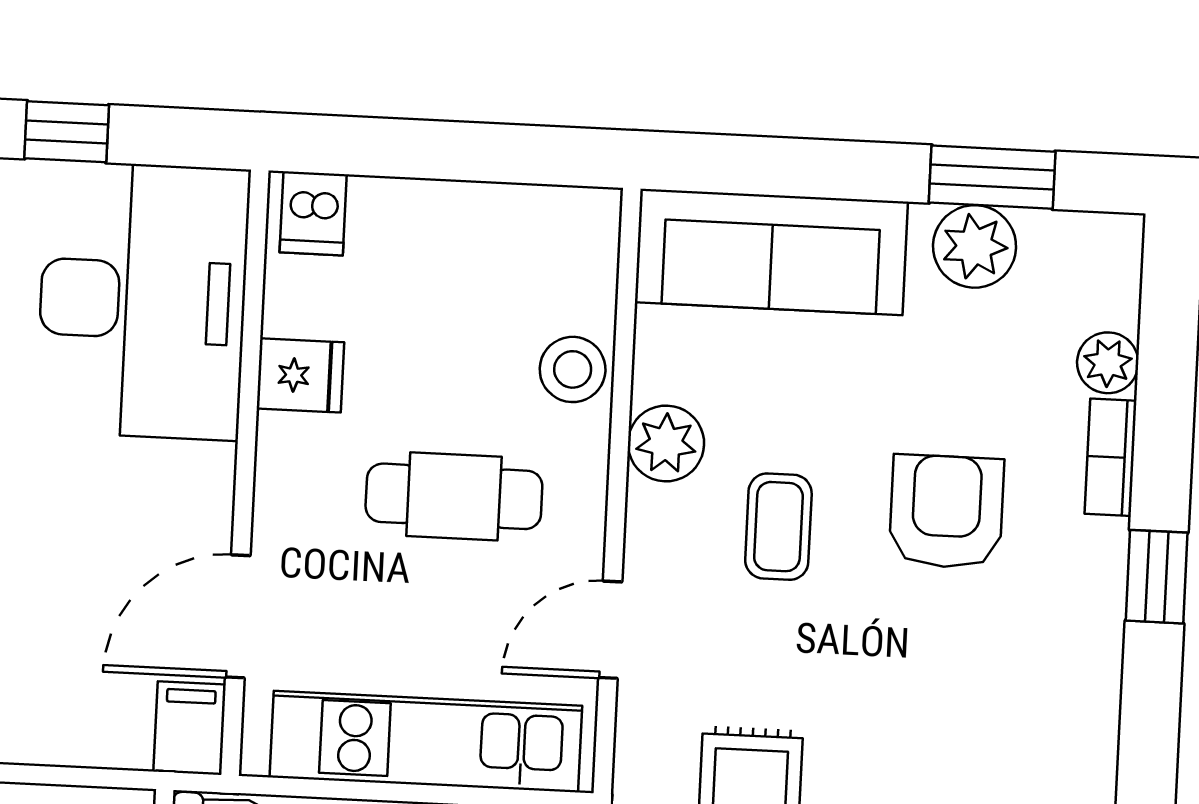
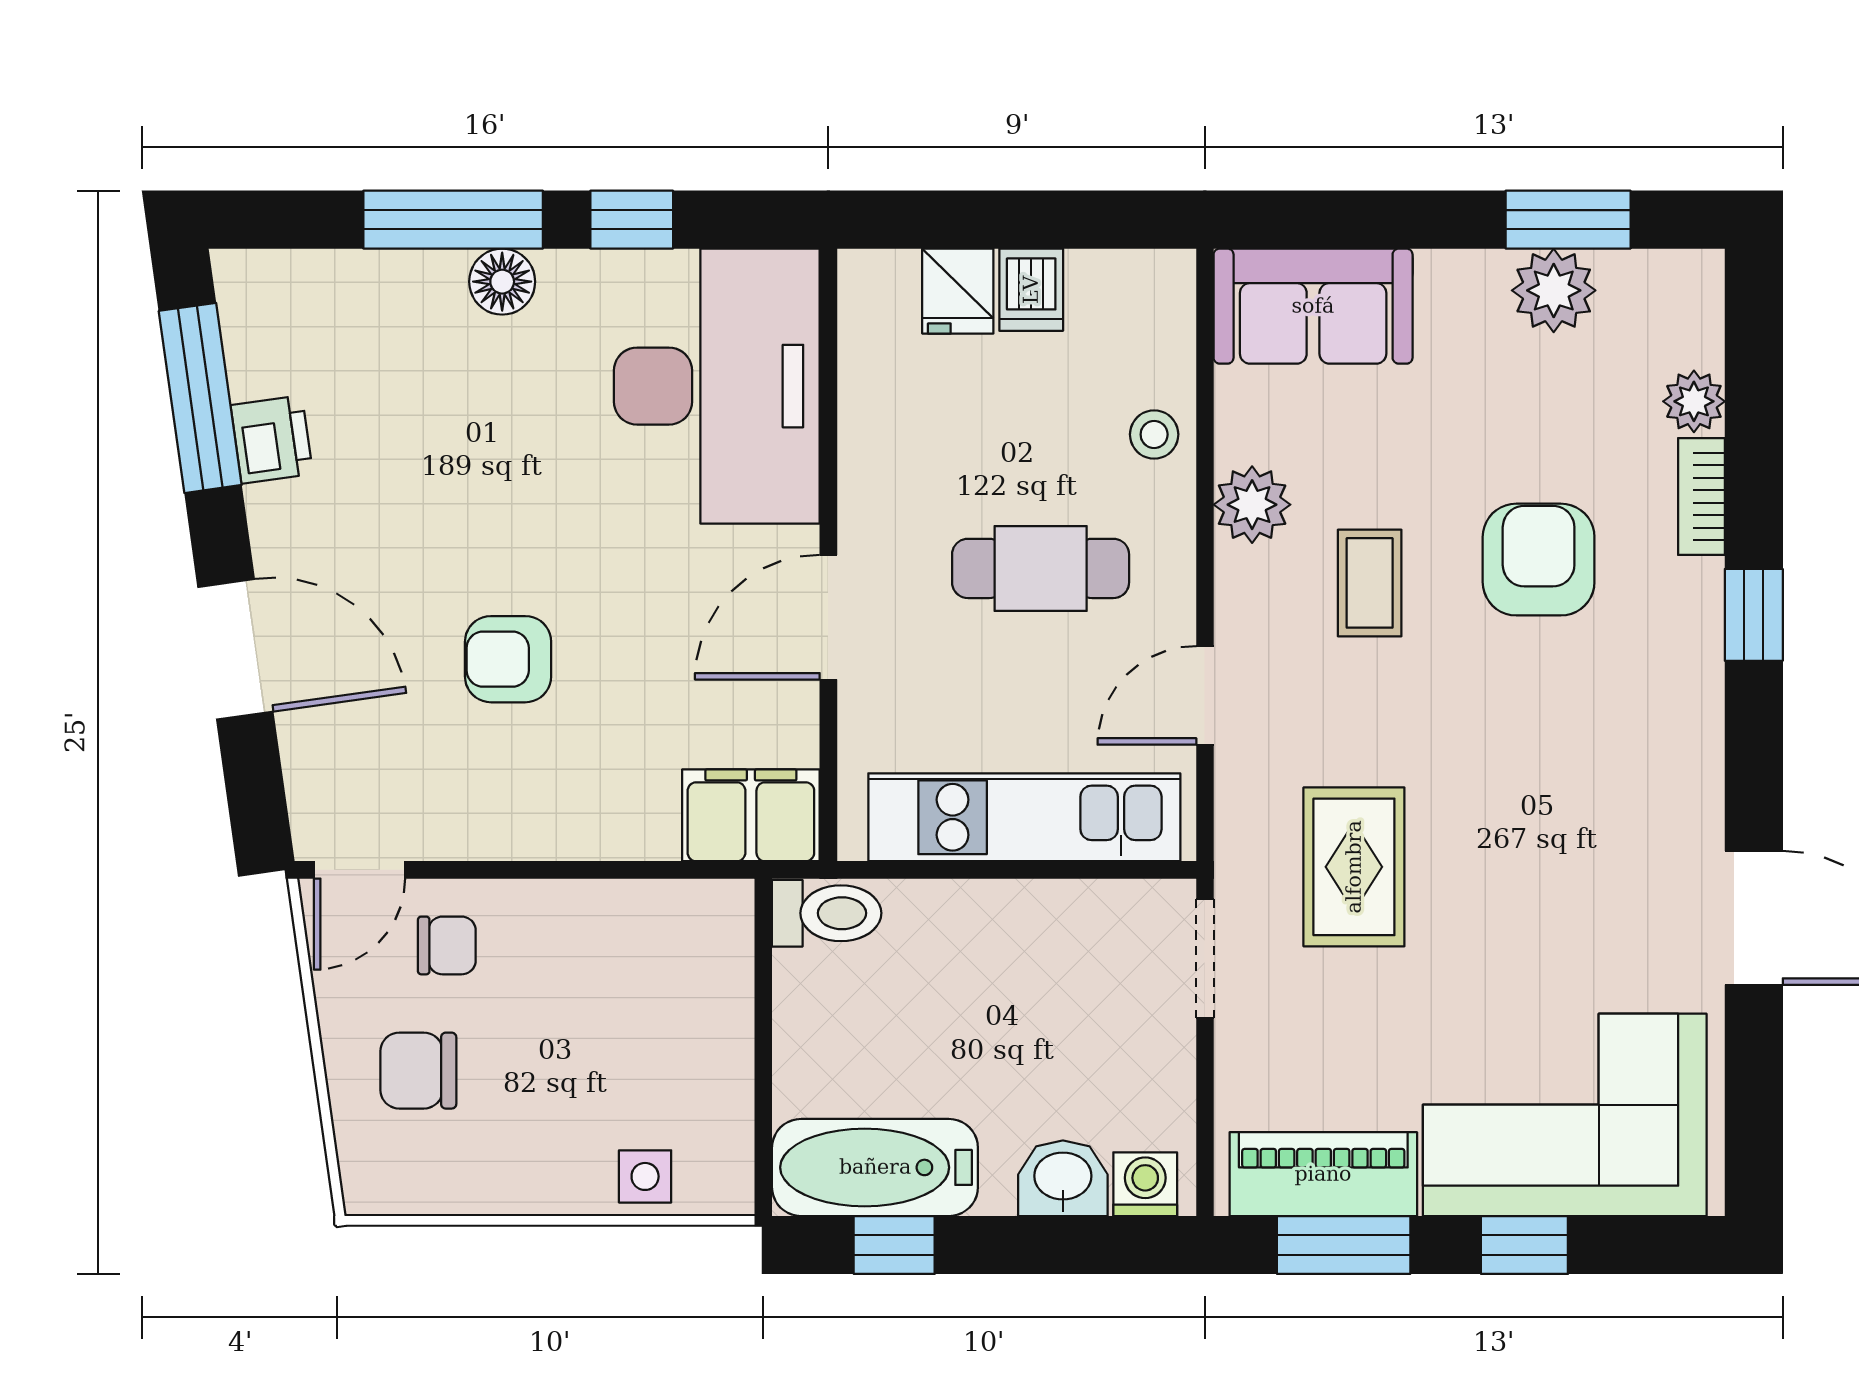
dishwasher: (313, 213) -> (1031, 290), moved
sofa: (771, 252) -> (1313, 306), width x0.73
stool: (573, 369) -> (1154, 434), width x0.73, depth x0.73
fridge: (300, 375) -> (958, 291), moved, turned 90
door: (238, 616) -> (828, 617), moved
filing cabinet: (190, 728) -> (751, 815), width x2.00

